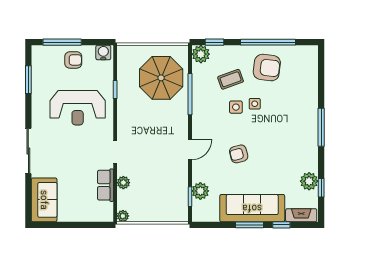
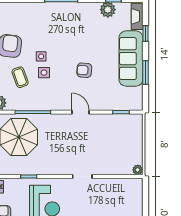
armchair: (239, 154) -> (84, 70), turned 109
plant: (123, 183) -> (109, 169), removed
row of seats: (105, 185) -> (111, 185), removed
plant: (200, 191) -> (116, 103), removed
window: (249, 225) -> (145, 73), moved

